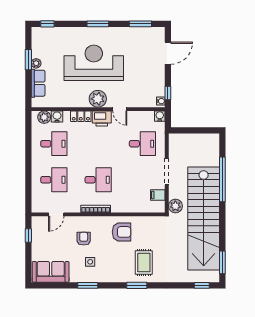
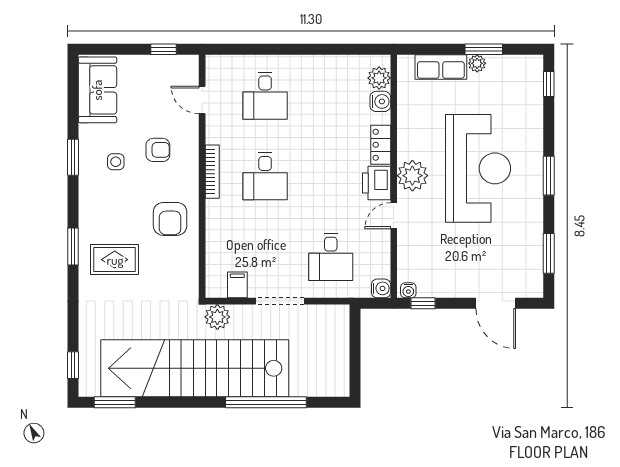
desk: (54, 144) -> (331, 96), removed

